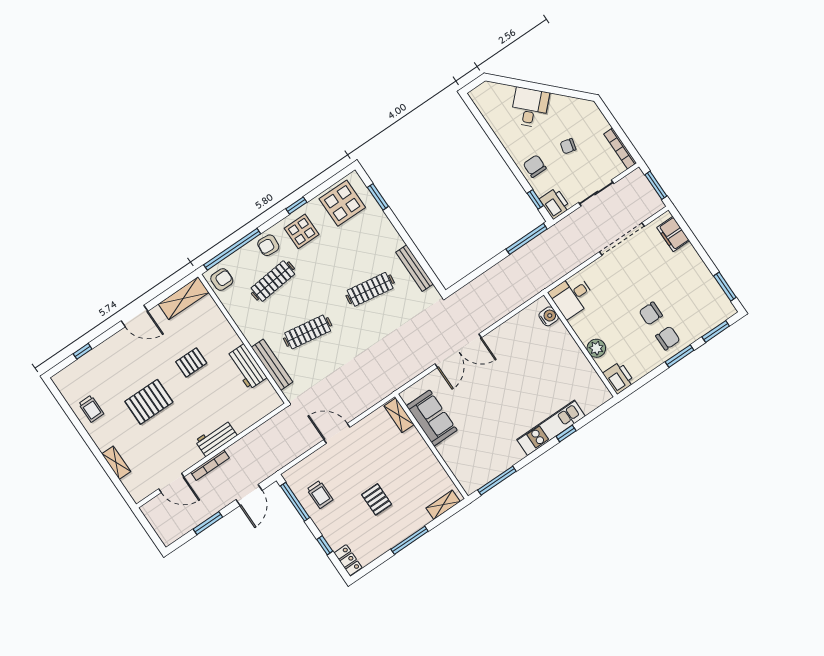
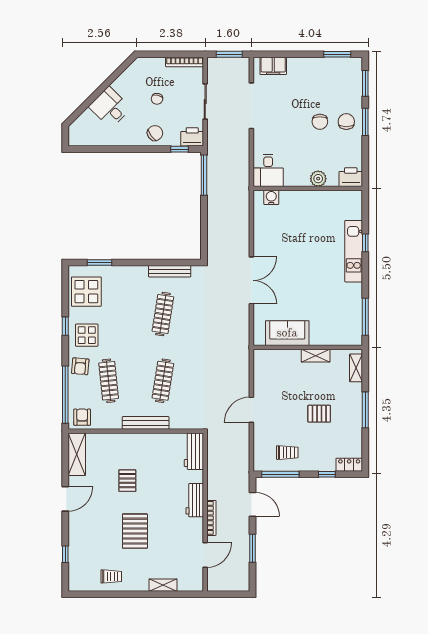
chair: (535, 166) -> (155, 133), turned 144
bench: (272, 365) -> (146, 423), moved
workbench: (247, 367) -> (194, 451), moved, turned 90
shelving: (399, 415) -> (316, 356), moved

